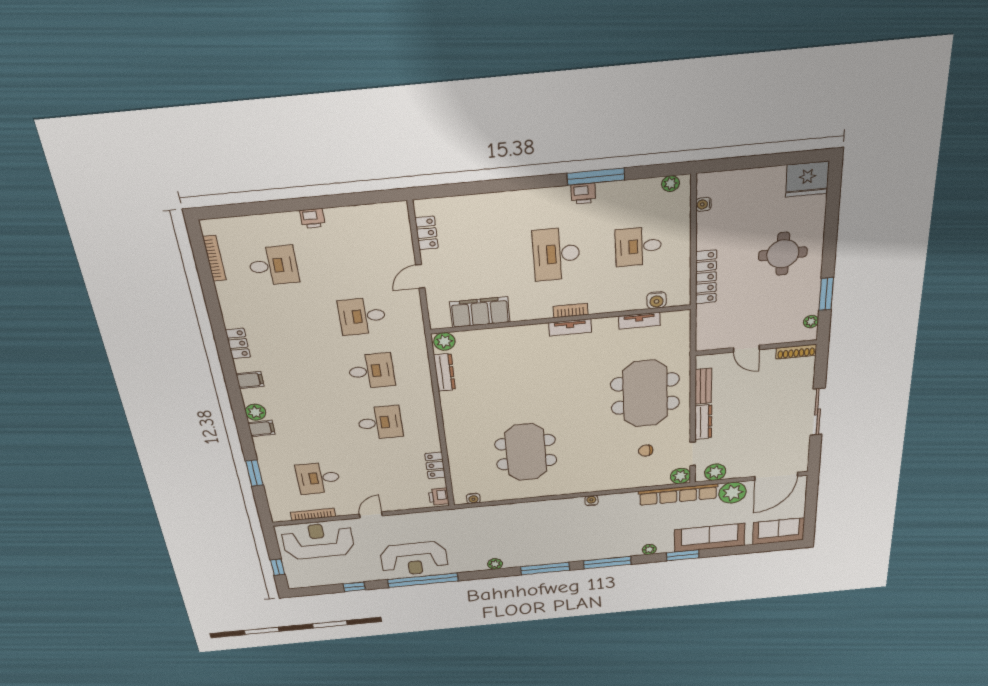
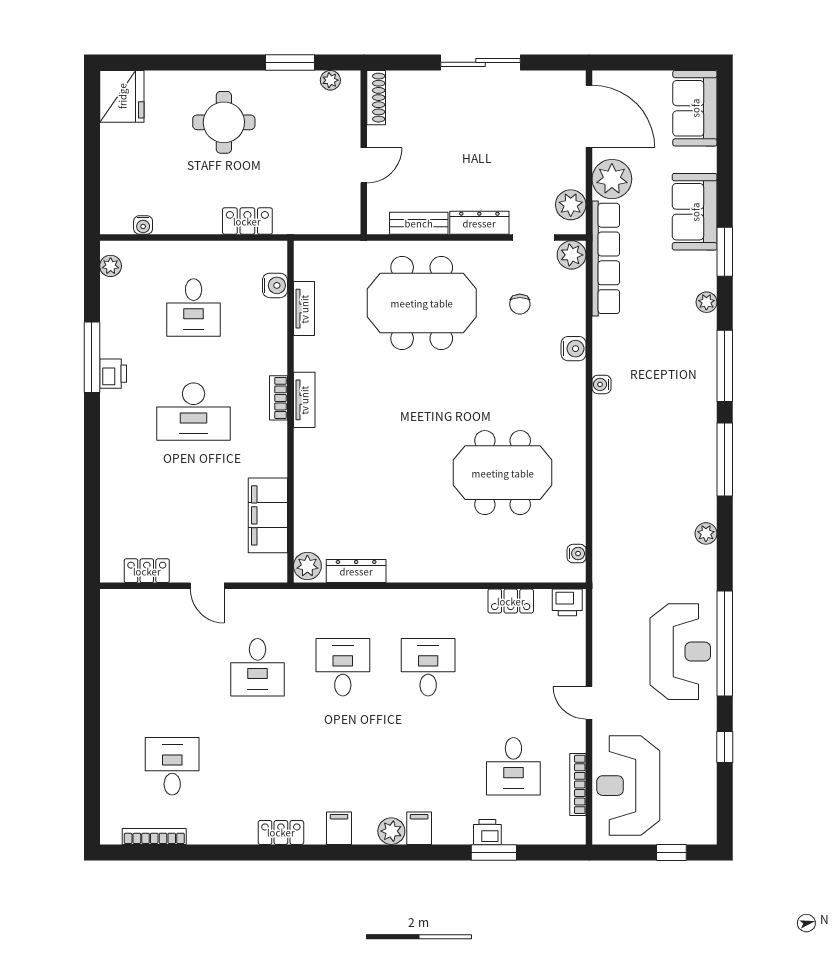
printer: (312, 218) -> (487, 832), moved, turned -90
locker: (706, 277) -> (247, 221), width x0.66
water cooler: (615, 483) -> (574, 349), added
sofa: (710, 538) -> (695, 212), width x0.73

